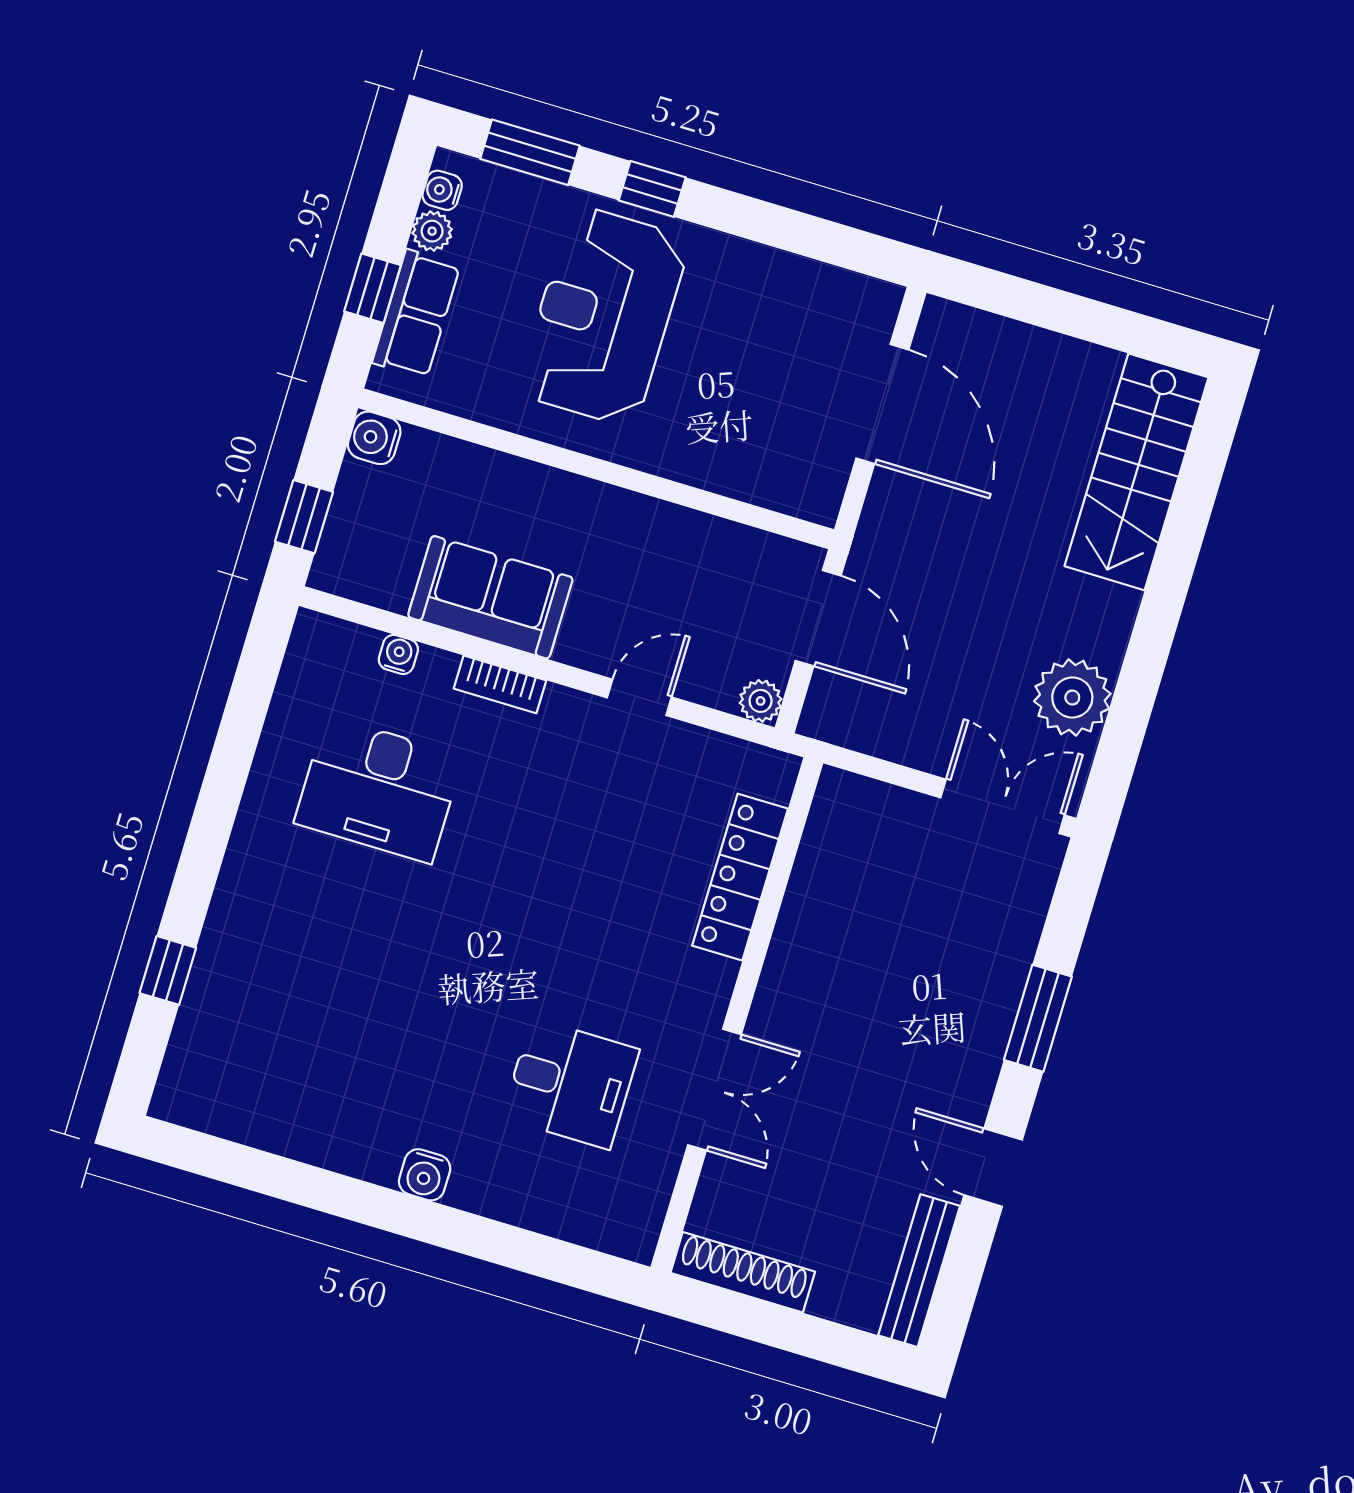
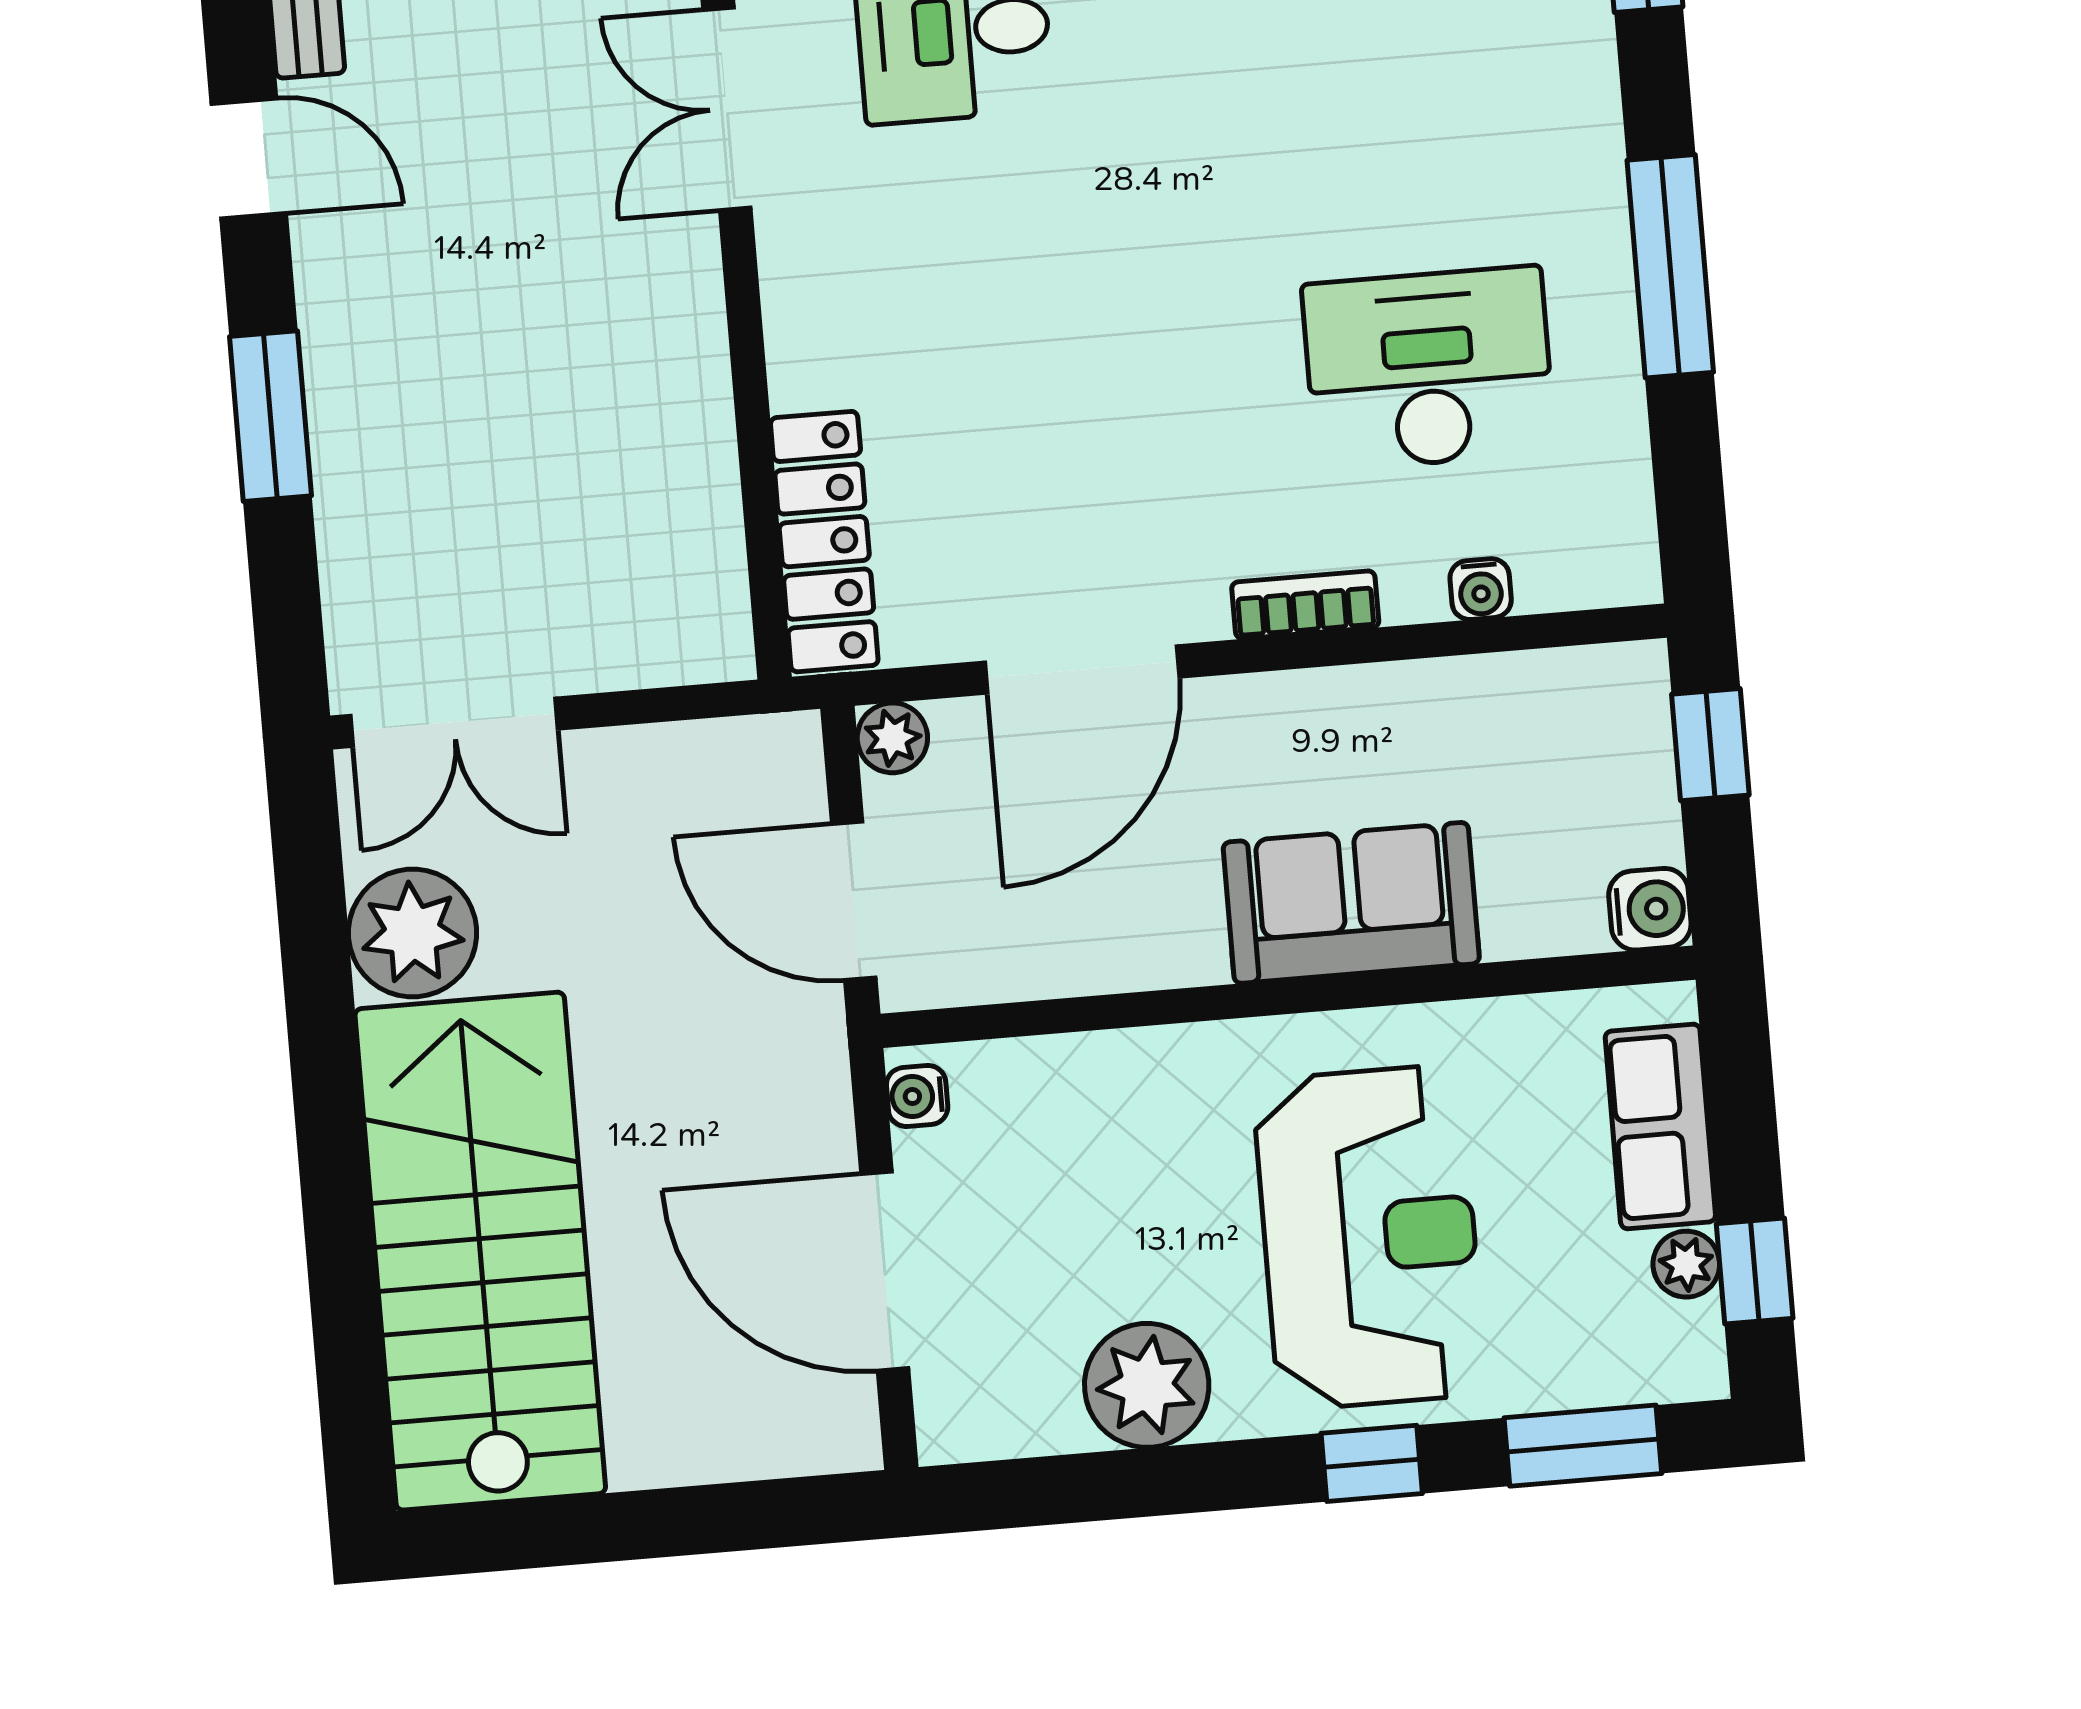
water cooler: (442, 190) -> (917, 1096), moved, turned 180
plant: (761, 282) -> (1147, 1385), added
window: (373, 288) -> (1755, 1271), moved
stairs: (1137, 472) -> (480, 1251), width x1.36, depth x1.51
sofa: (490, 597) -> (1351, 903), moved, turned 180
door: (639, 697) -> (1082, 670), width x1.87
window: (221, 793) -> (1670, 266), added
locker: (740, 877) -> (824, 542), moved

